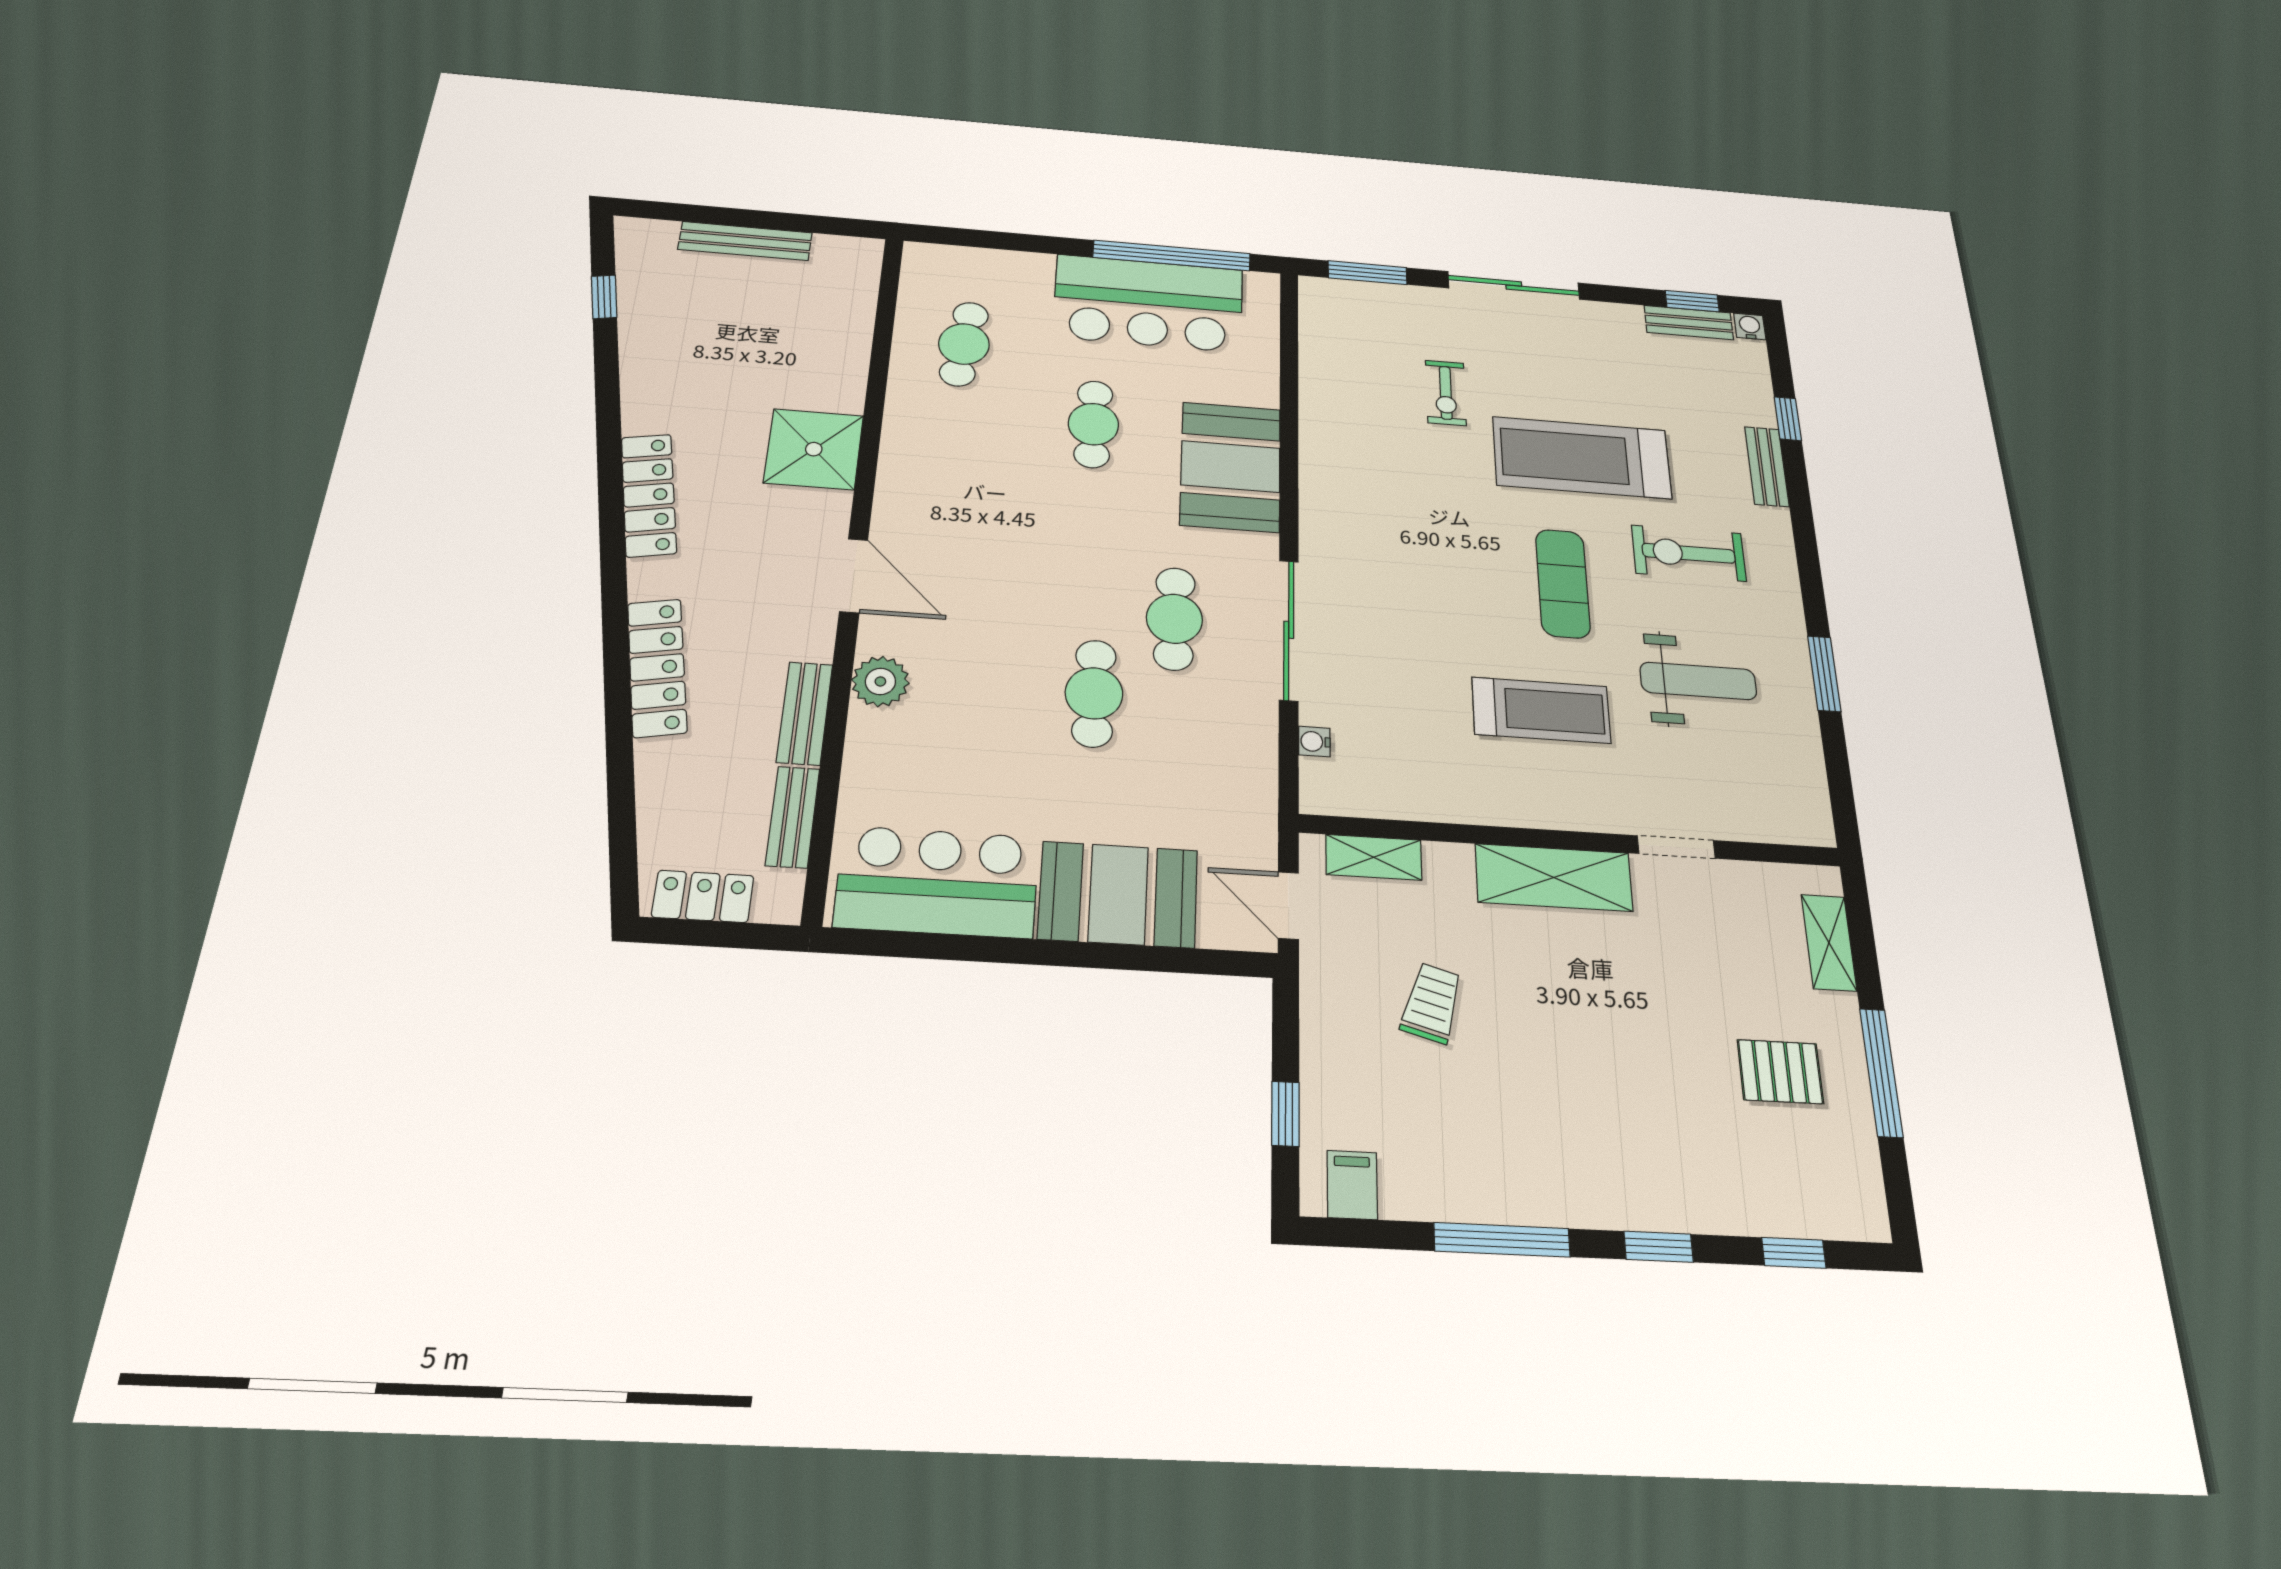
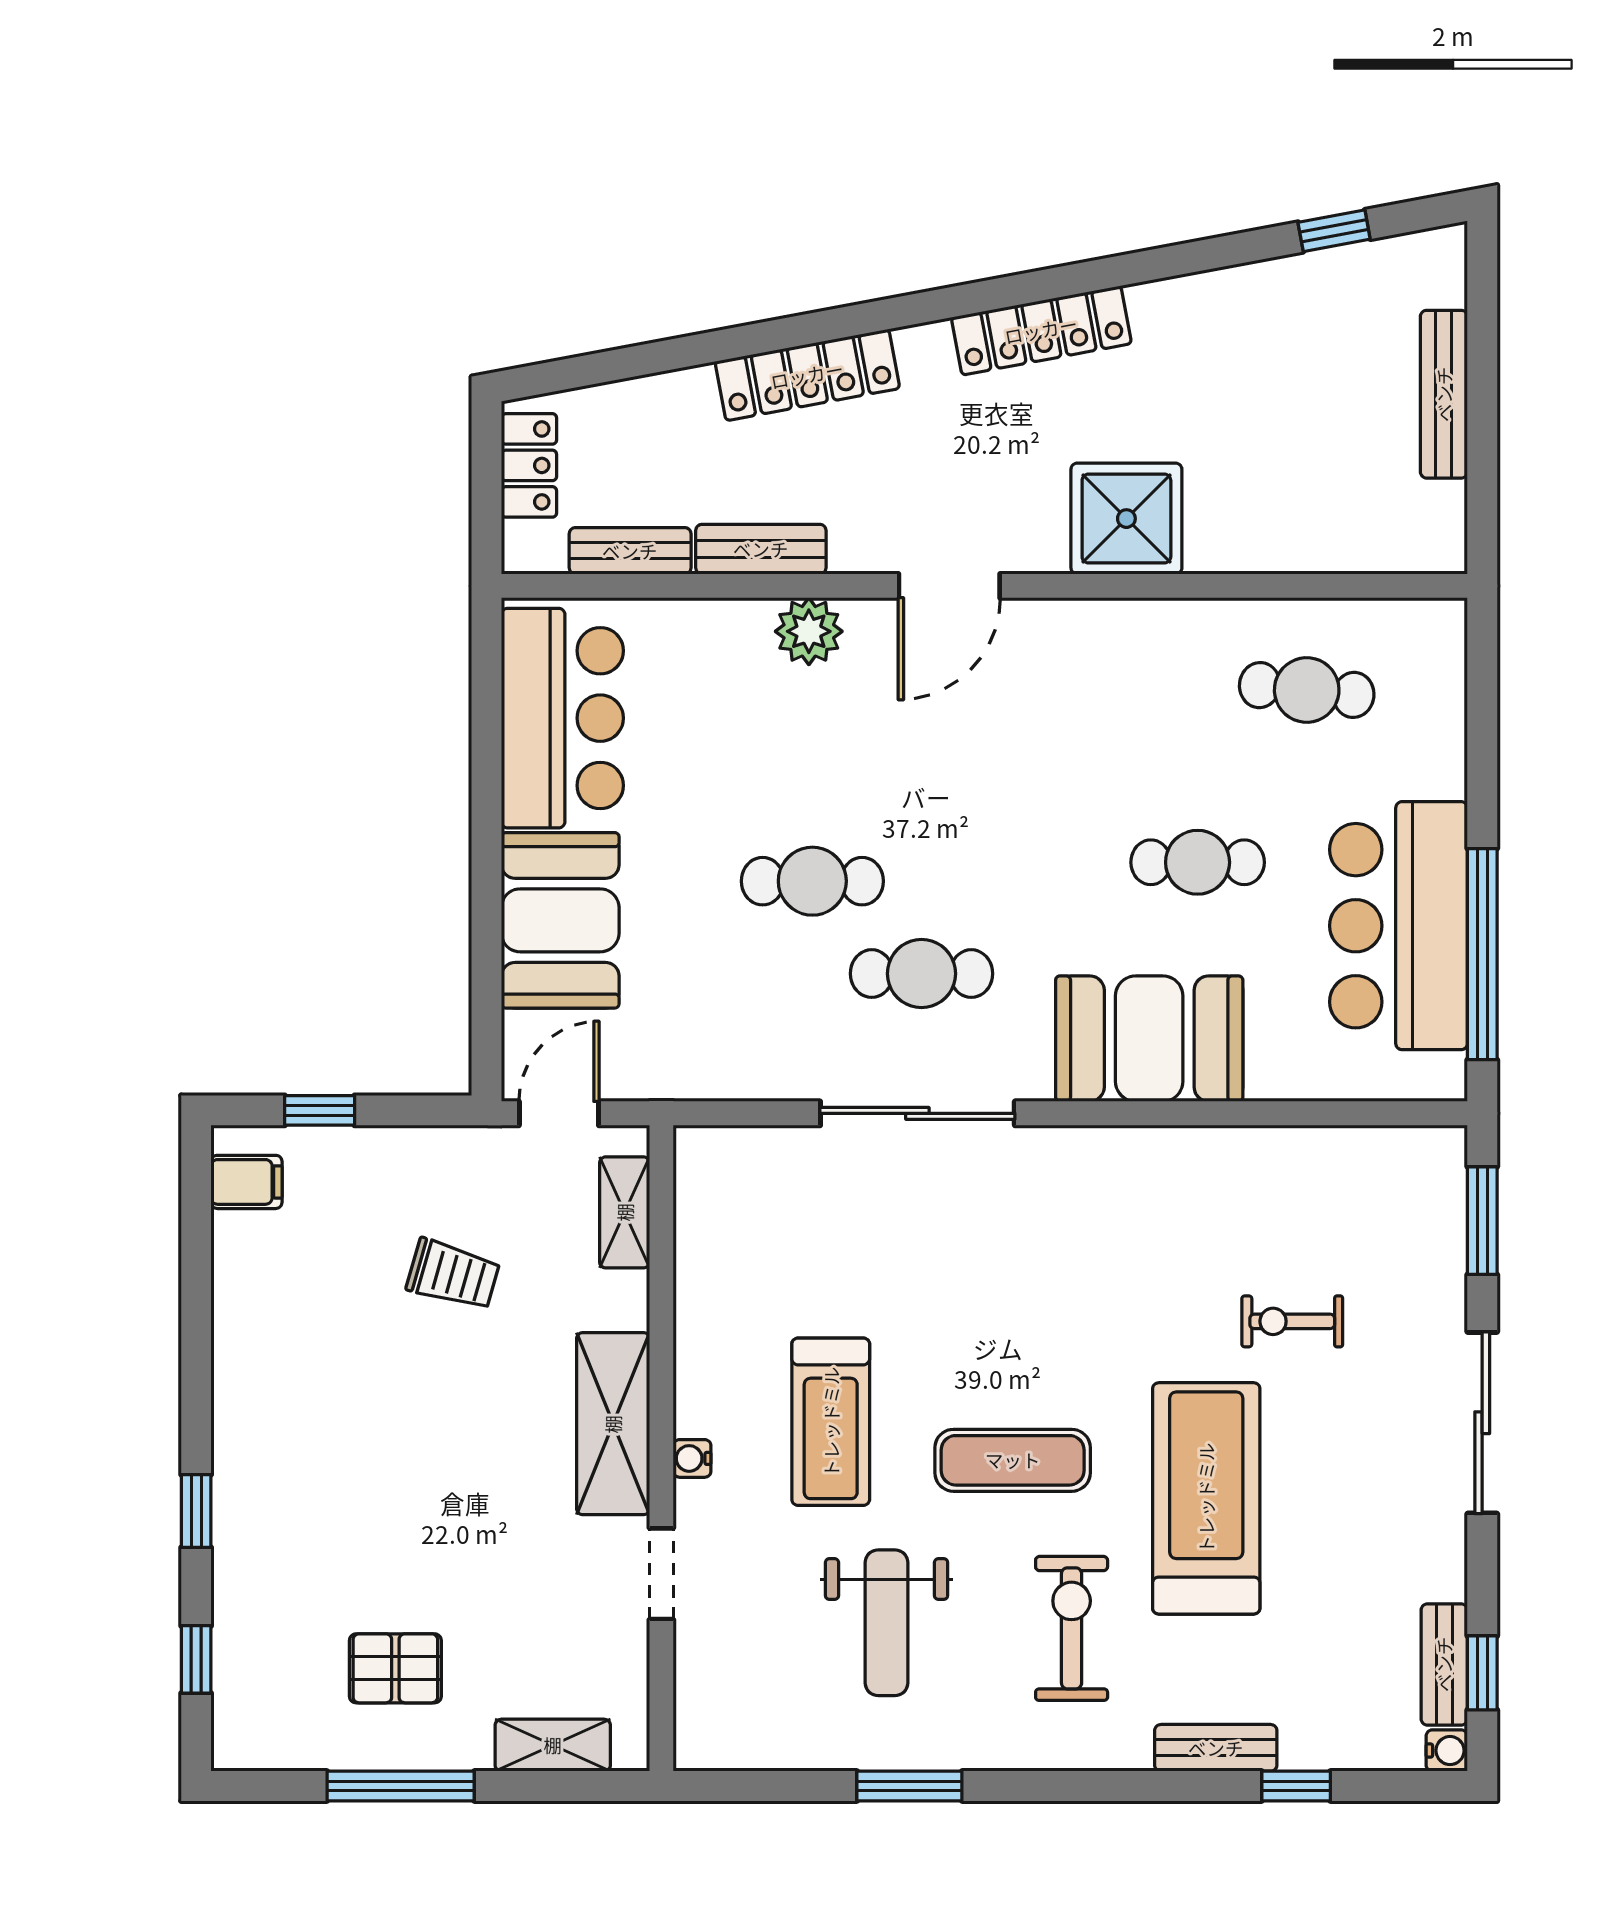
water cooler: (1314, 742) -> (692, 1458), moved, turned -90
pallet: (1780, 1072) -> (395, 1668), turned 90
window: (1502, 1240) -> (196, 1341), removed

